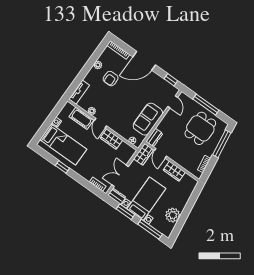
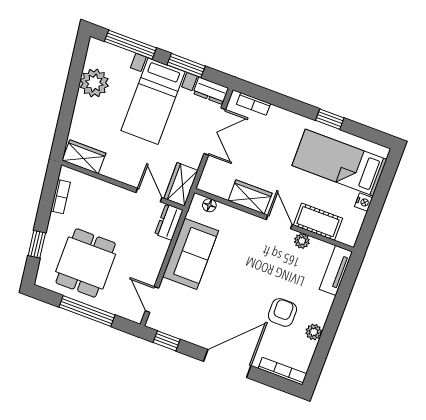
window: (222, 144) -> (37, 244), width x0.46
wardrobe: (174, 171) -> (84, 157), moved

